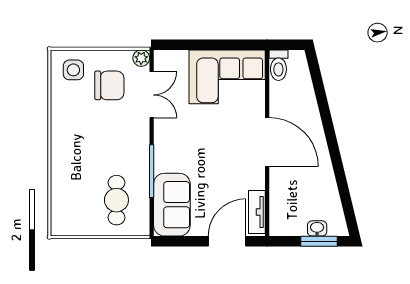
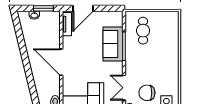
sofa: (172, 205) -> (113, 44), moved
window: (319, 241) -> (43, 8), moved

